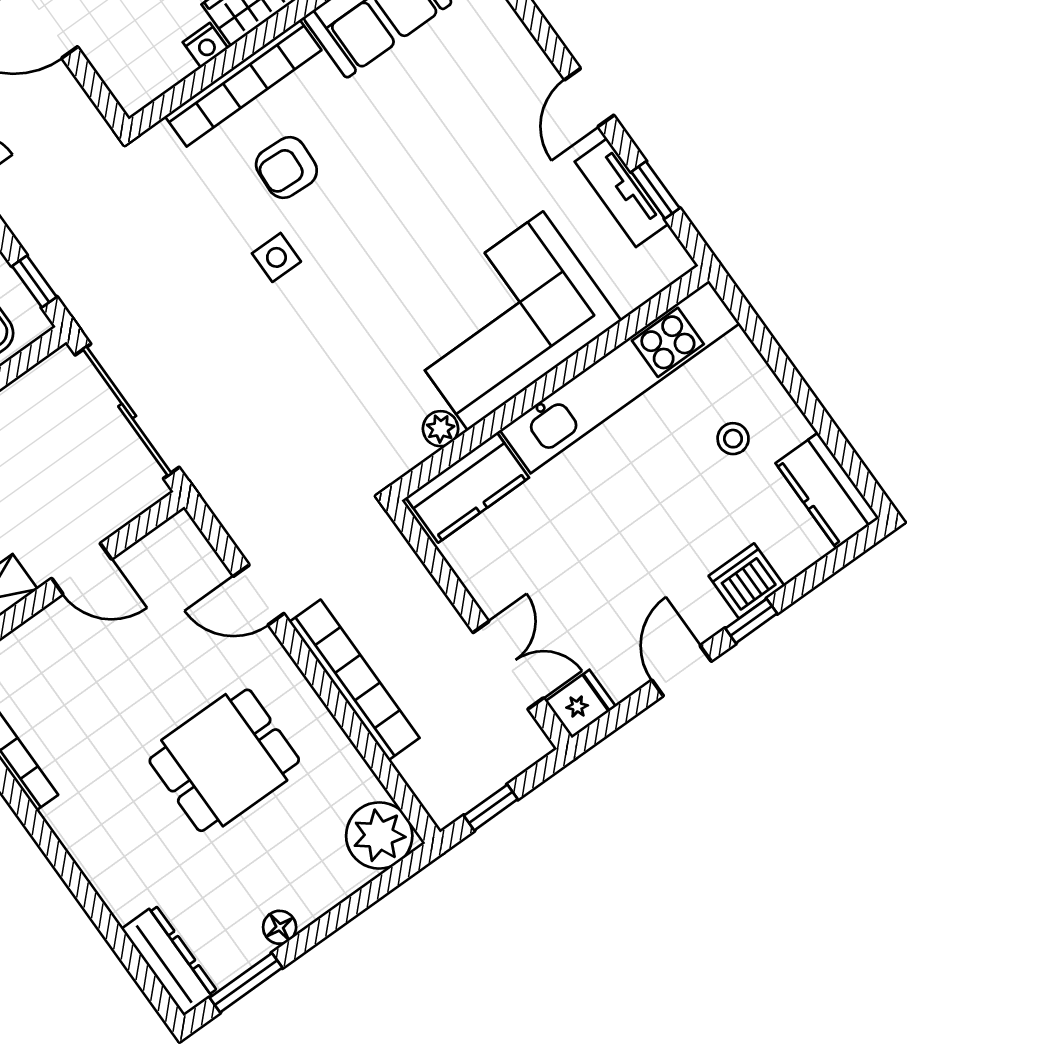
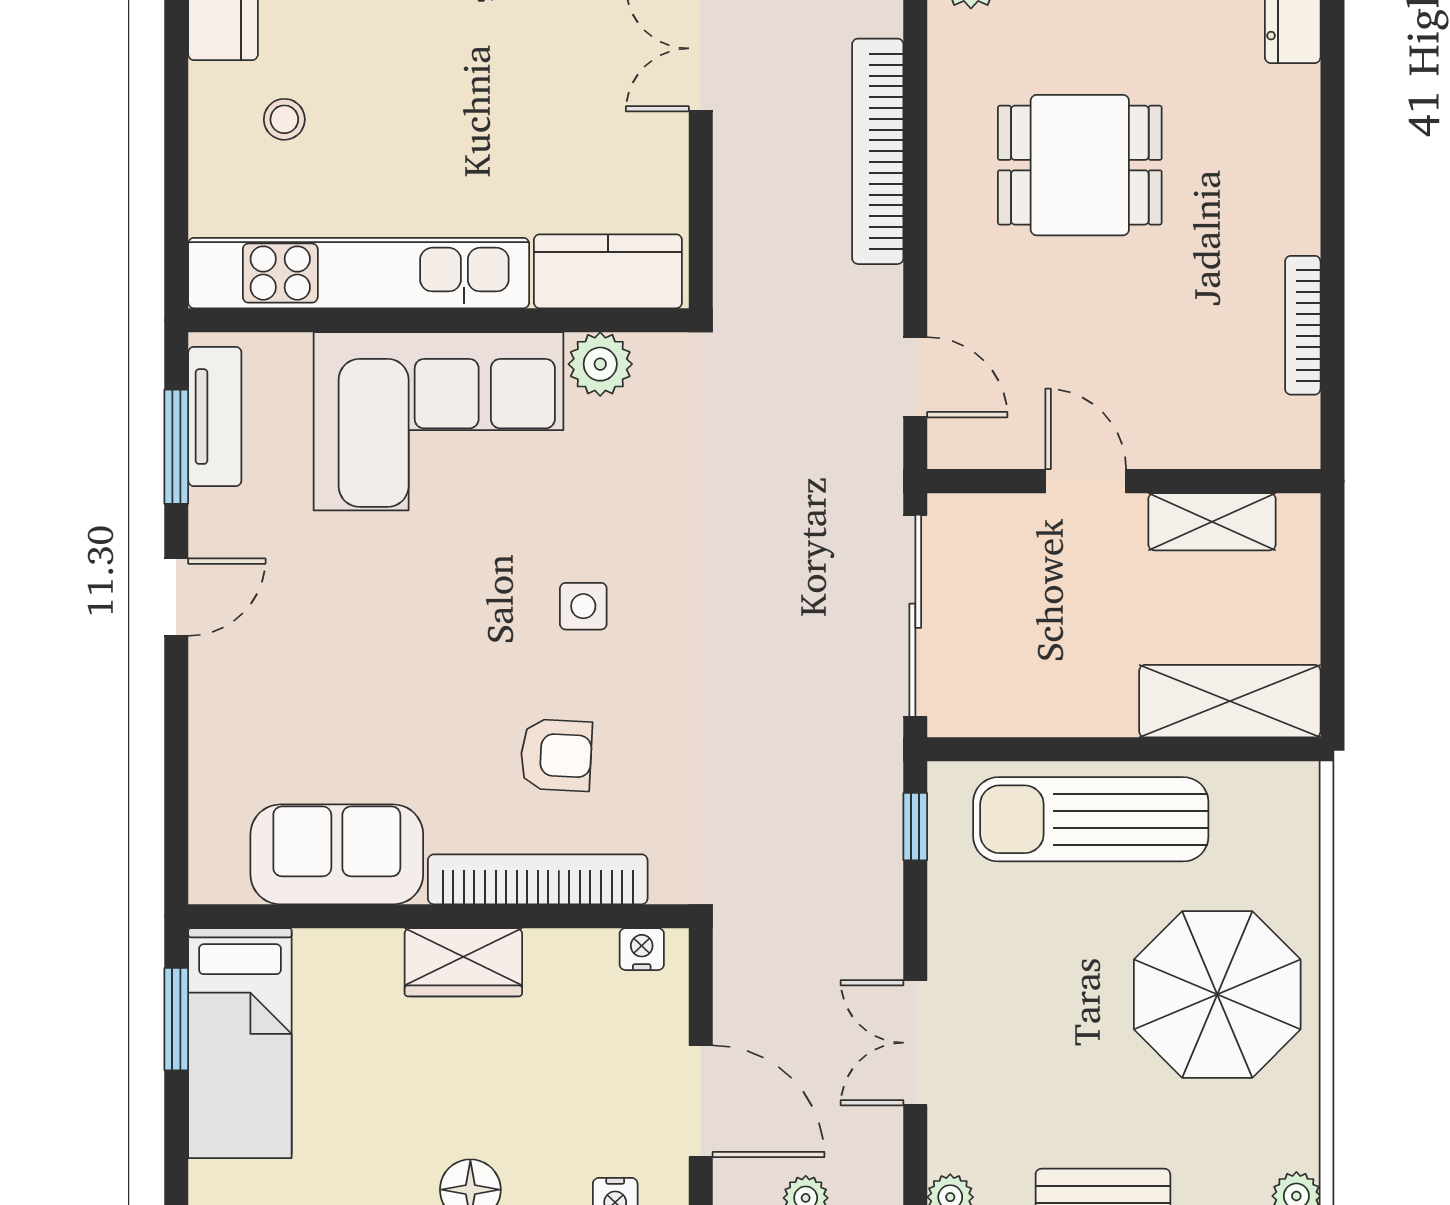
nightstand: (205, 45) -> (642, 949), moved
window: (655, 190) -> (176, 447), width x1.50
tv unit: (622, 193) -> (215, 417), moved
side table: (276, 257) -> (583, 606), moved
plant: (441, 429) -> (600, 364), width x1.38, depth x1.38
door: (259, 595) -> (915, 377), moved

